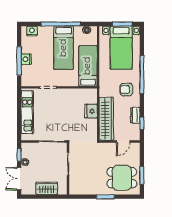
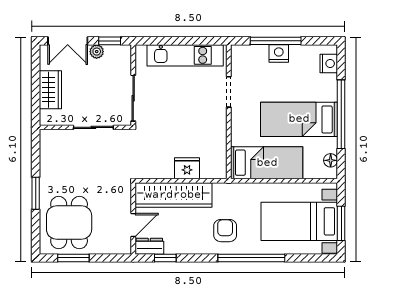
dresser: (135, 115) -> (149, 246), moved
door: (123, 142) -> (133, 225), swing flipped
double door: (19, 179) -> (68, 41), swing flipped

